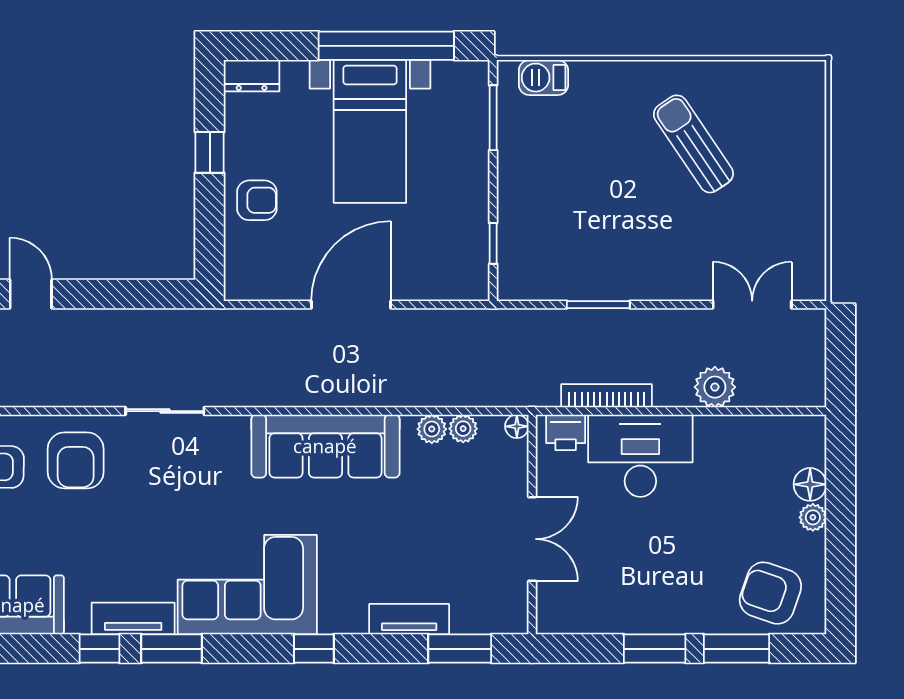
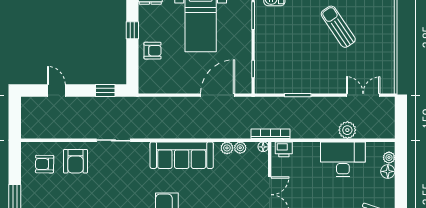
window: (146, 294) -> (105, 90), added
door: (351, 305) -> (218, 95), moved
bookcase: (607, 396) -> (271, 134), moved
desk: (640, 456) -> (343, 159), moved
plant: (813, 517) -> (389, 158), moved

